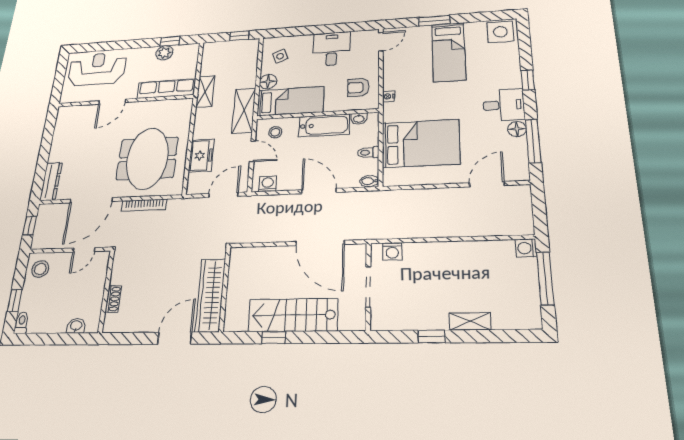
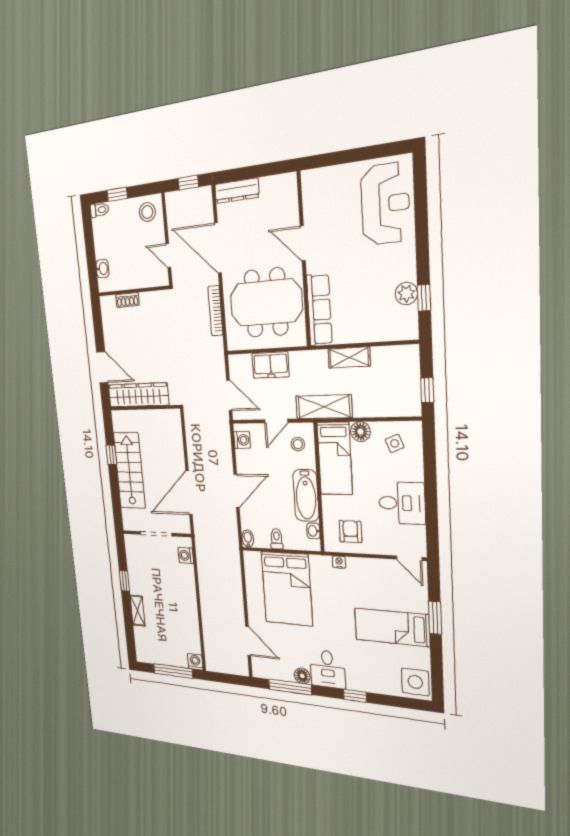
row of seats: (166, 89) -> (319, 310), moved
wall: (125, 101) -> (304, 260), moved
door: (112, 102) -> (303, 243), moved

